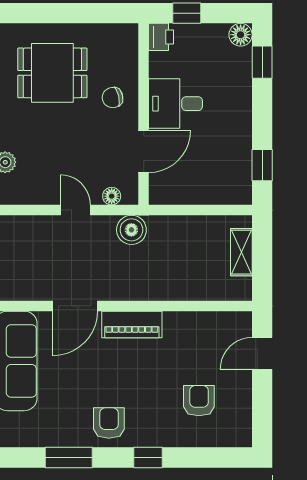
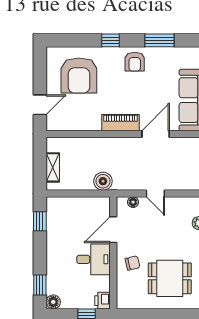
boiler: (131, 230) -> (103, 181), moved
armchair: (199, 401) -> (79, 75), width x1.88, depth x1.88

